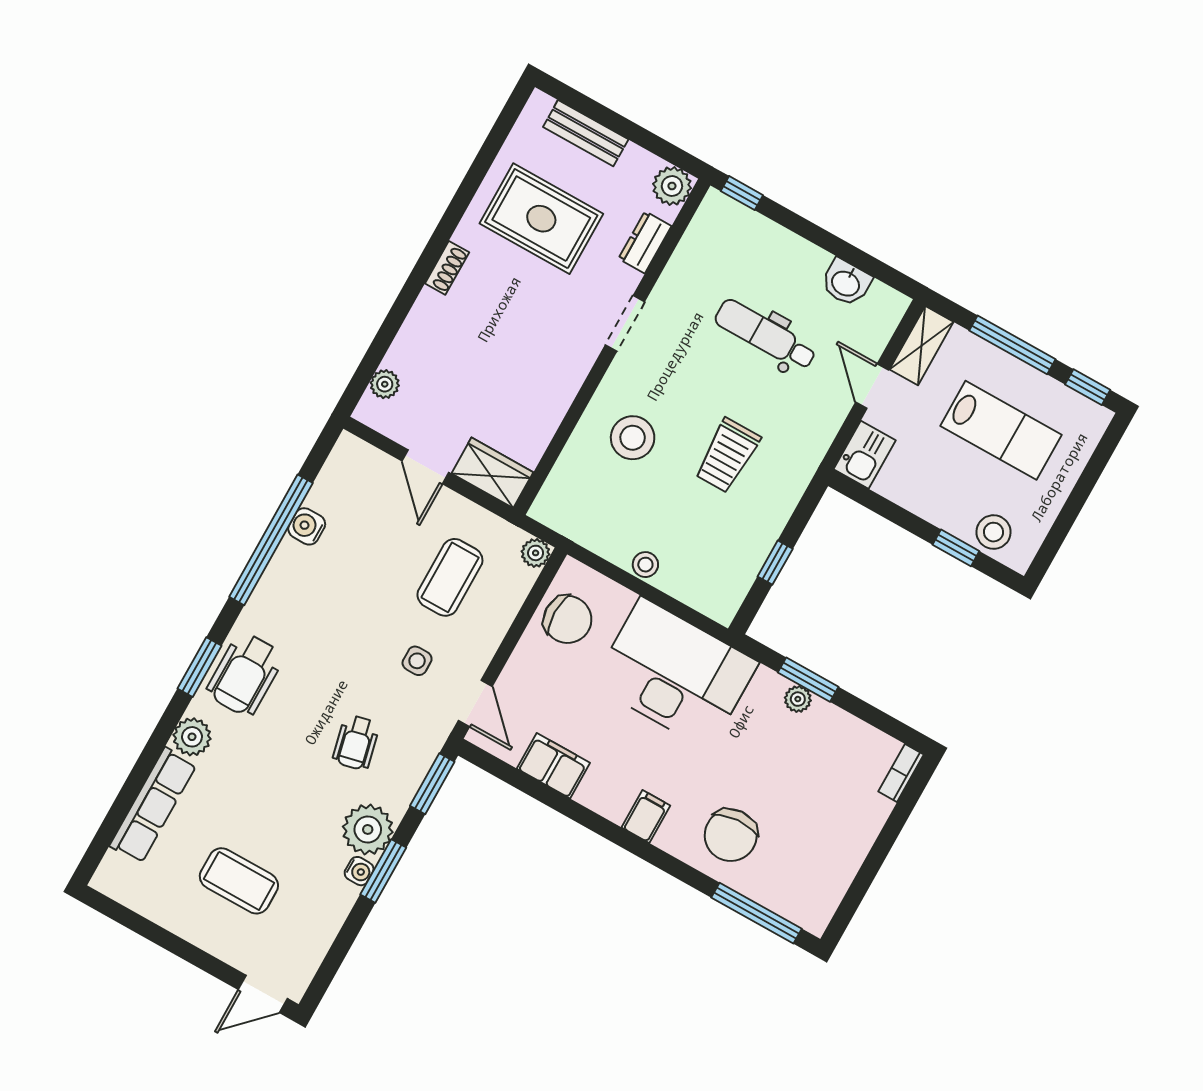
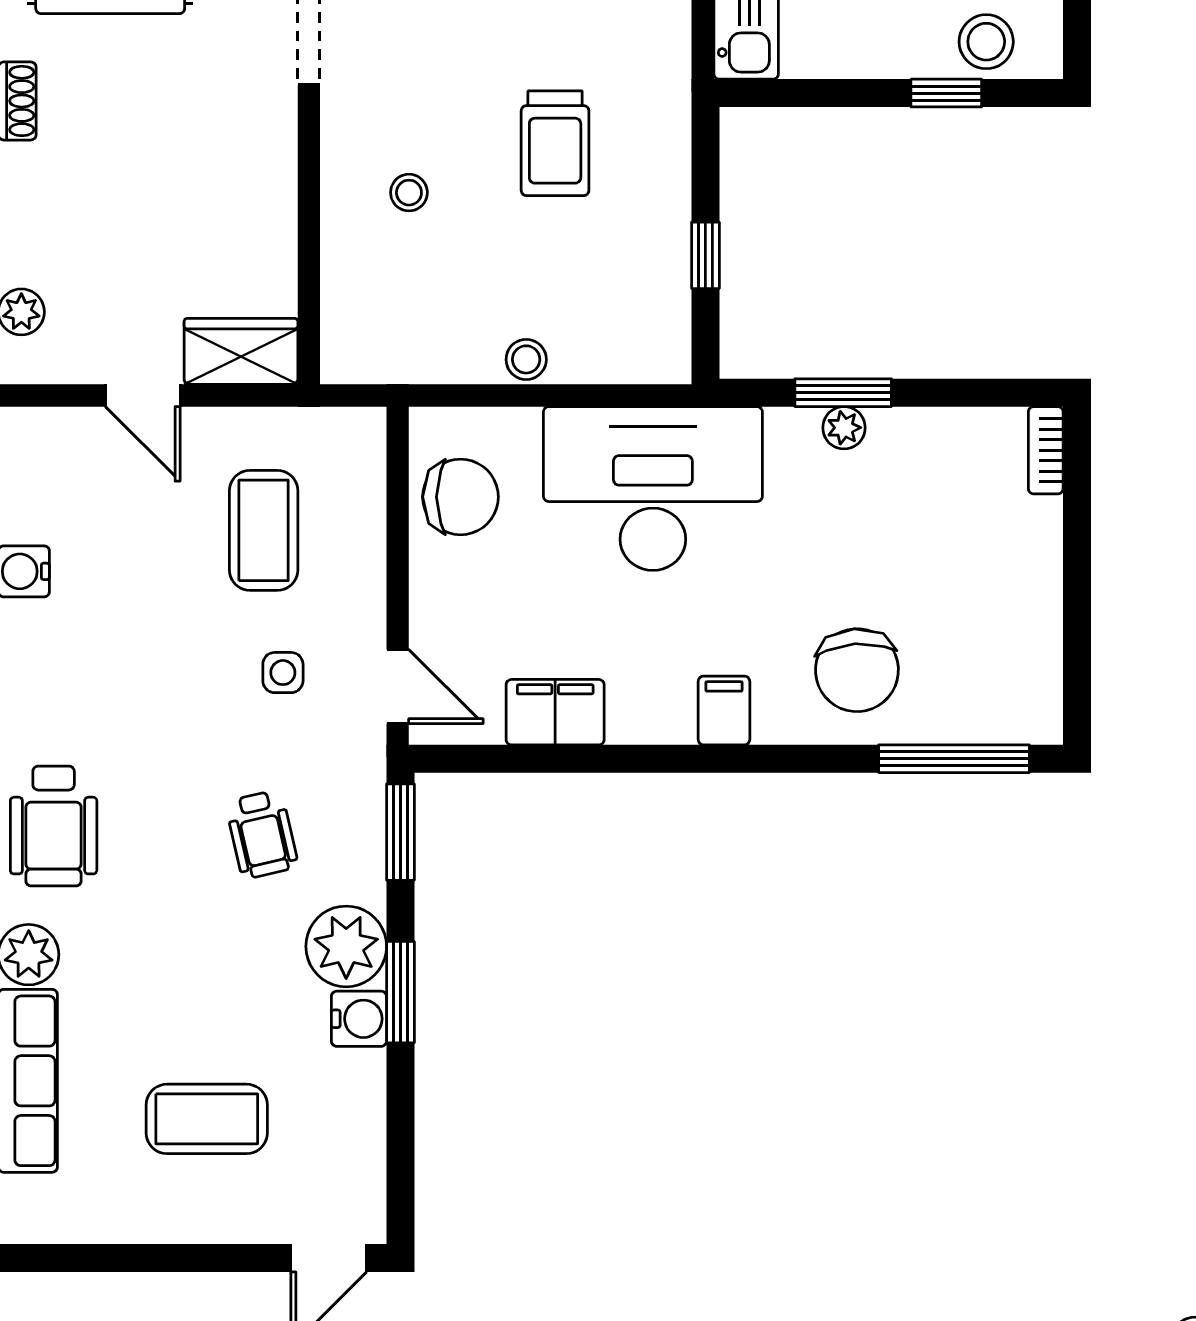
stool: (633, 438) -> (409, 193), width x0.53, depth x0.53
plant: (536, 553) -> (364, 429), removed
water cooler: (359, 871) -> (359, 1019), width x1.38, depth x1.38

